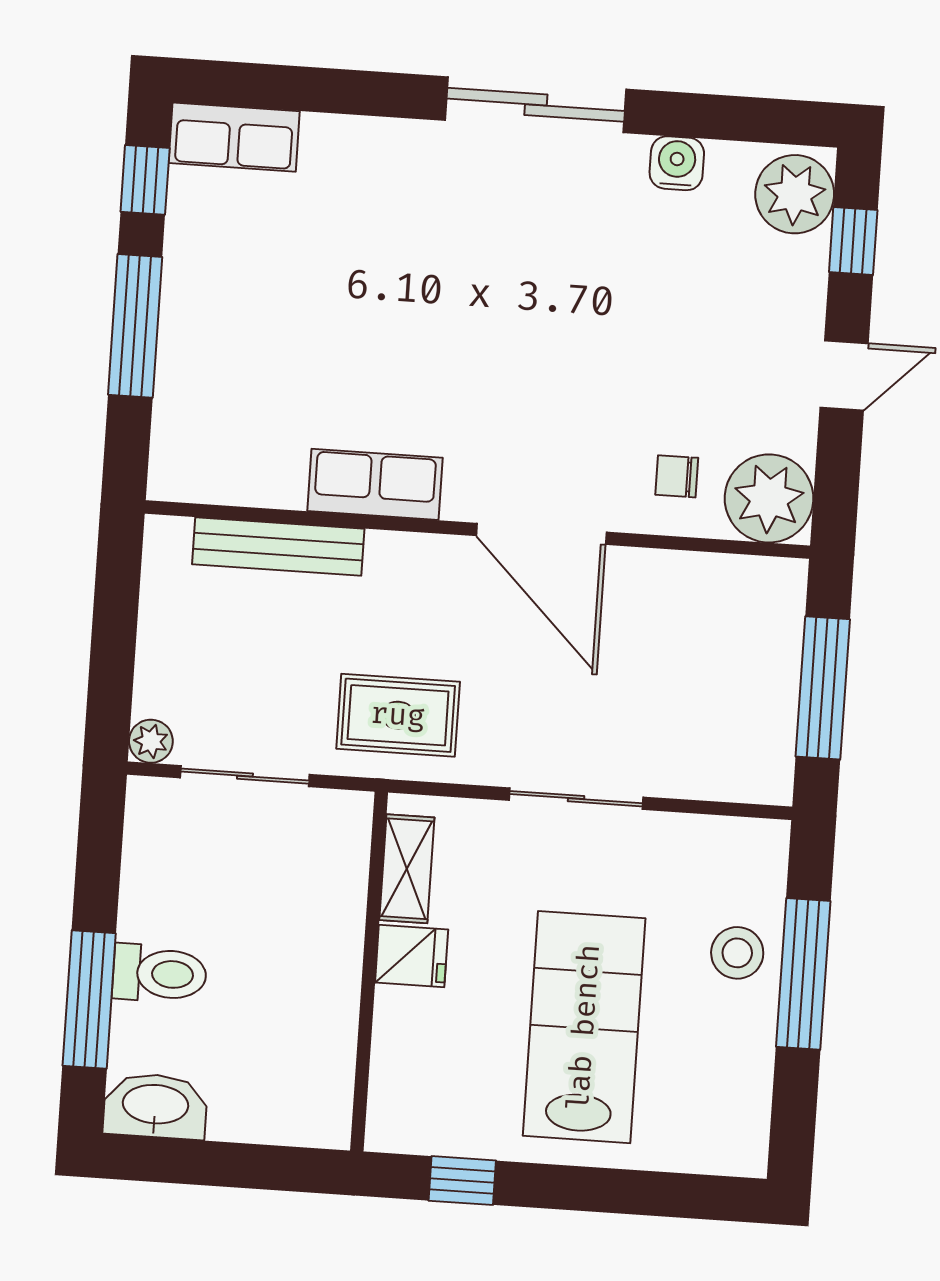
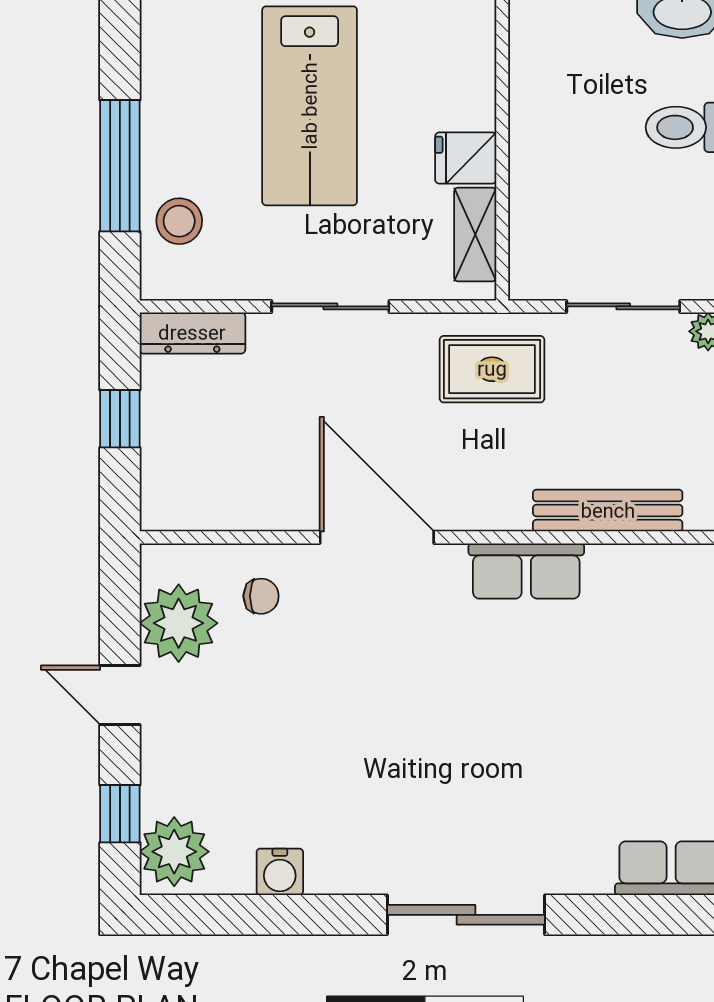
sliding door: (536, 105) -> (466, 915), moved
door: (844, 375) -> (120, 695), hinge flipped
plant: (769, 498) -> (179, 623), moved
window: (823, 688) -> (120, 419), width x0.46
dresser: (734, 779) -> (192, 333), added
stool: (737, 953) -> (179, 221), moved

